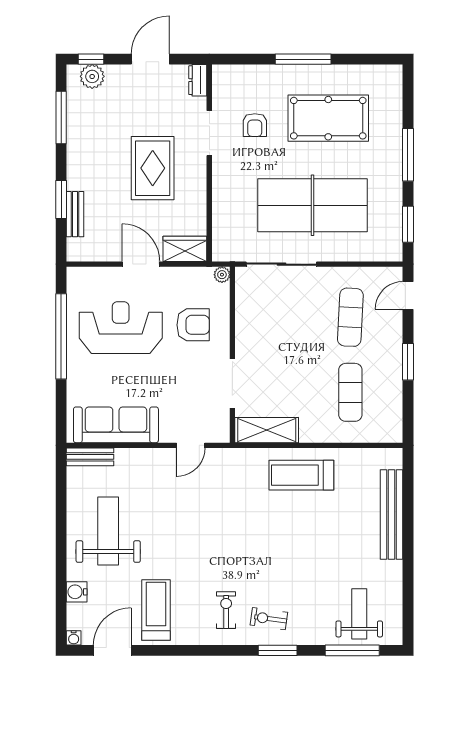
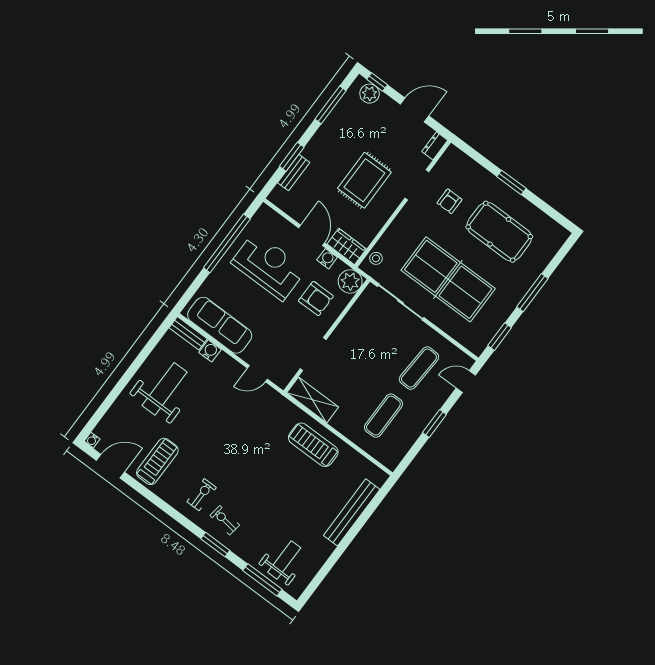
window: (303, 59) -> (511, 182), width x0.69
stool: (224, 239) -> (376, 258), added
plant: (222, 275) -> (350, 281), width x1.88, depth x1.88
water cooler: (174, 276) -> (327, 259), added
water cooler: (77, 592) -> (210, 351), moved, turned 90

